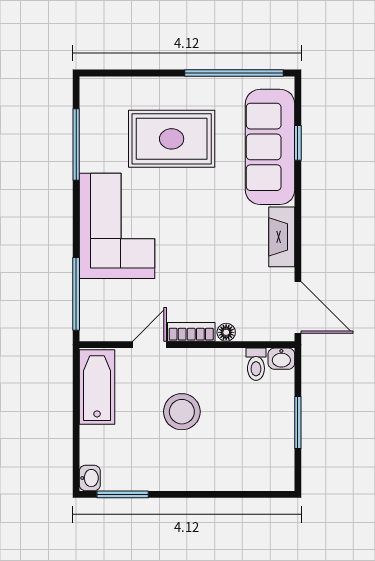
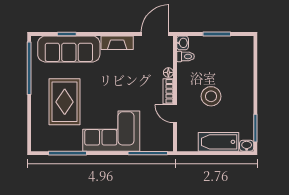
bathtub: (97, 387) -> (218, 142), moved

